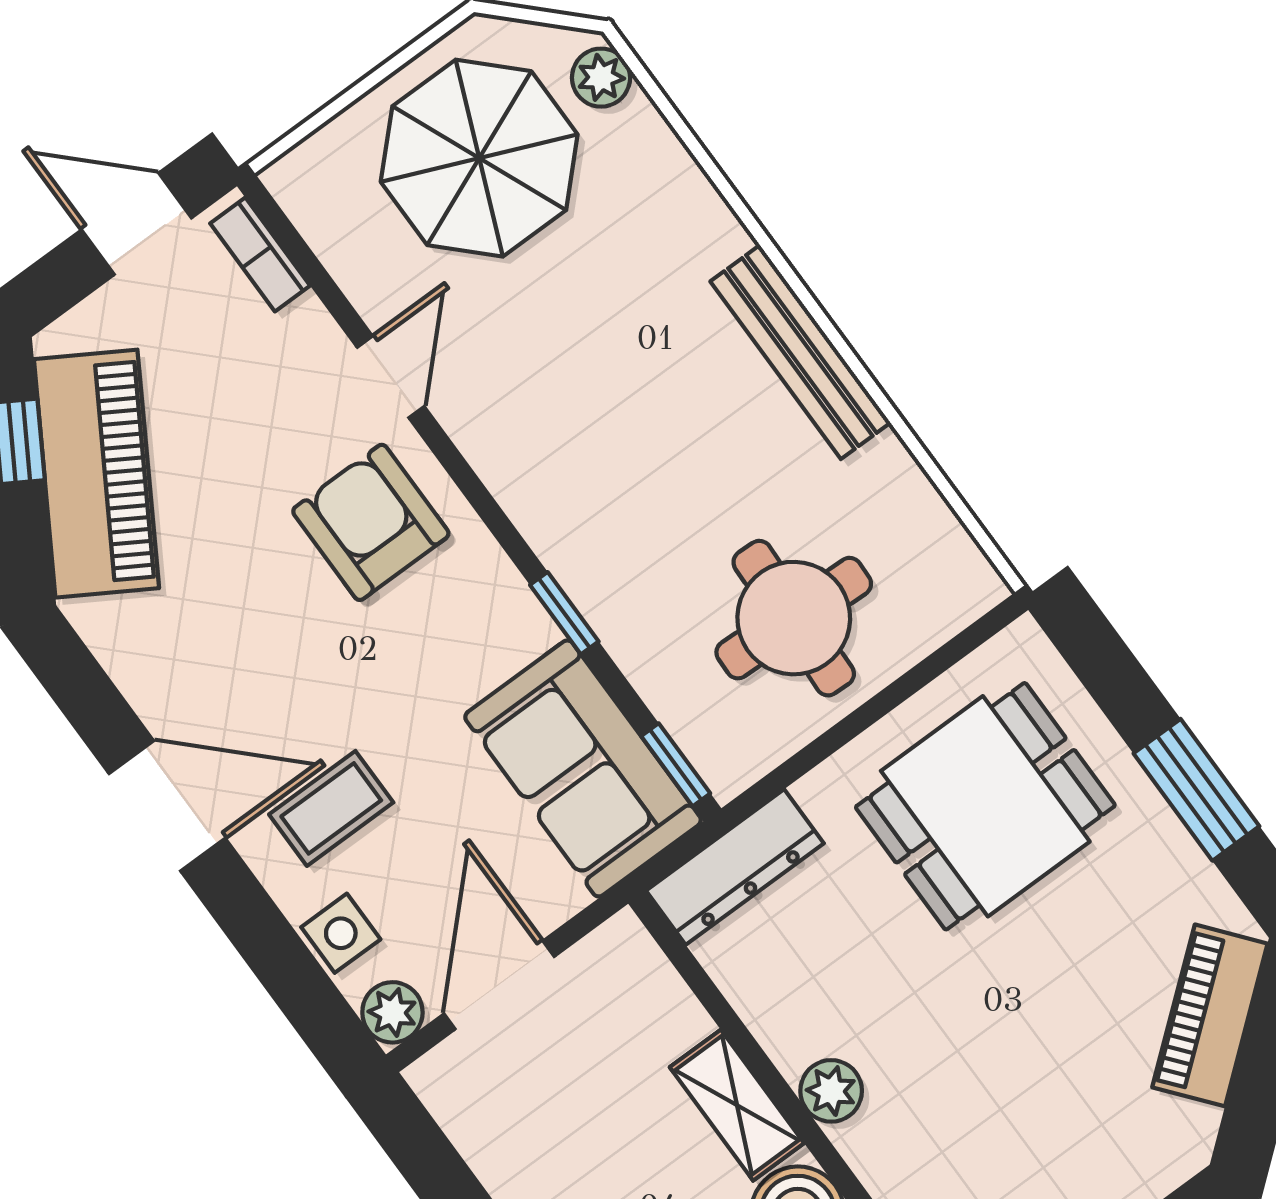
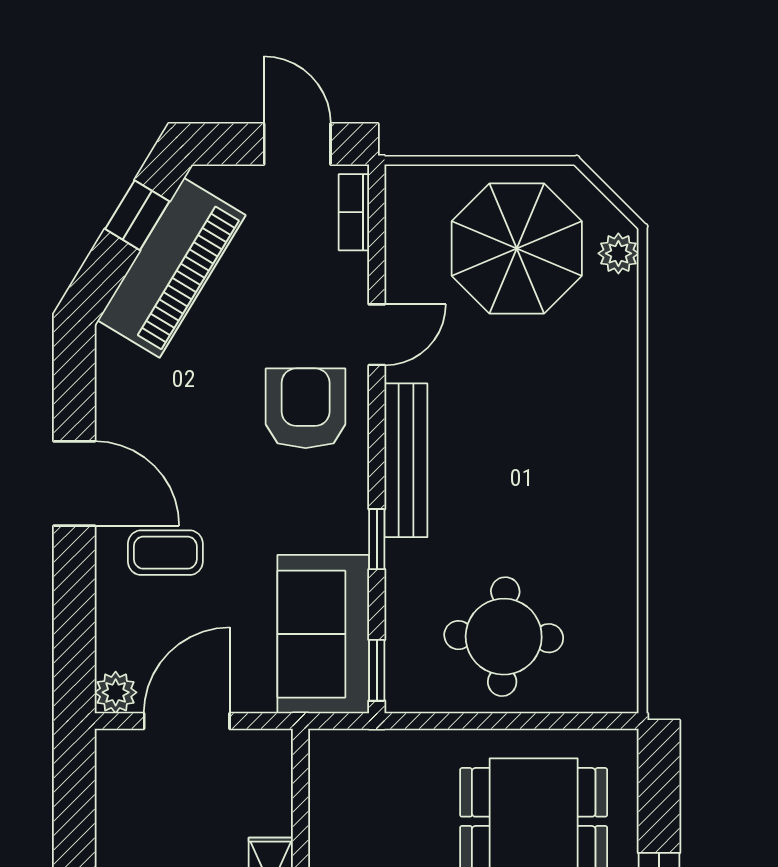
bench: (800, 352) -> (406, 460), moved
dresser: (735, 867) -> (368, 752), removed
side table: (341, 933) -> (119, 627), removed

